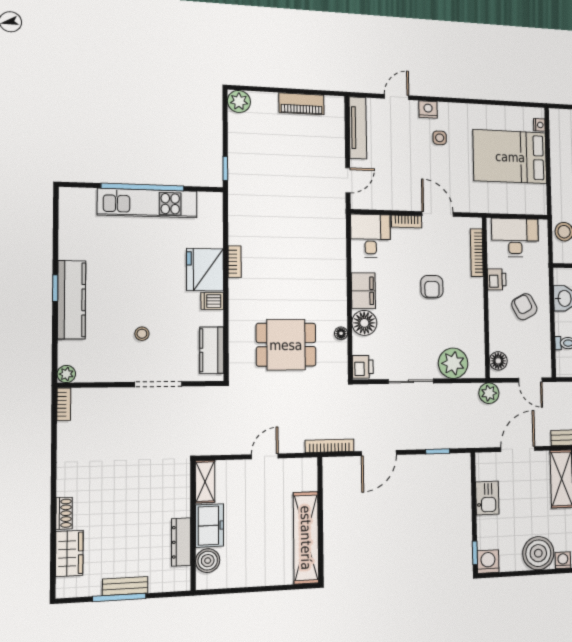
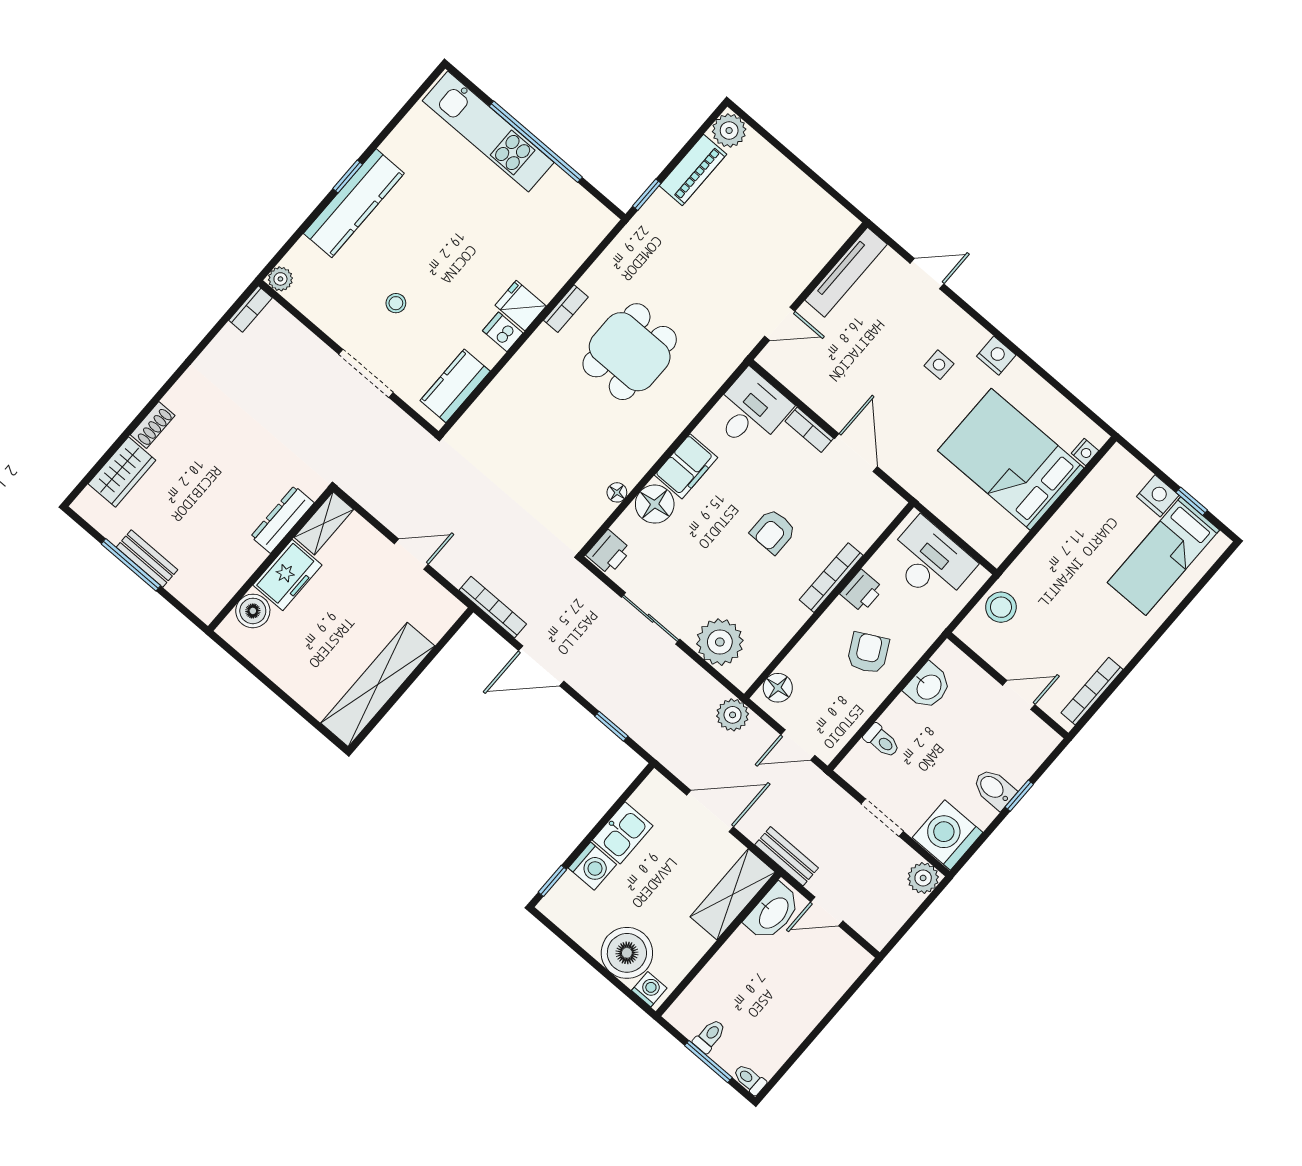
piano: (302, 104) -> (693, 170), moved, turned -90
nightstand: (428, 109) -> (996, 356), moved
kitchen unit: (147, 203) -> (488, 132), moved
bookcase: (477, 253) -> (831, 578), moved
fridge: (205, 270) -> (521, 306), width x0.53, depth x0.75
dining table: (286, 345) -> (630, 352), moved, turned 90
door: (530, 380) -> (798, 745), hinge flipped
dresser: (181, 542) -> (282, 519), moved
washing machine: (488, 562) -> (592, 866), moved, turned 90

